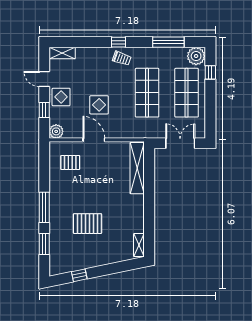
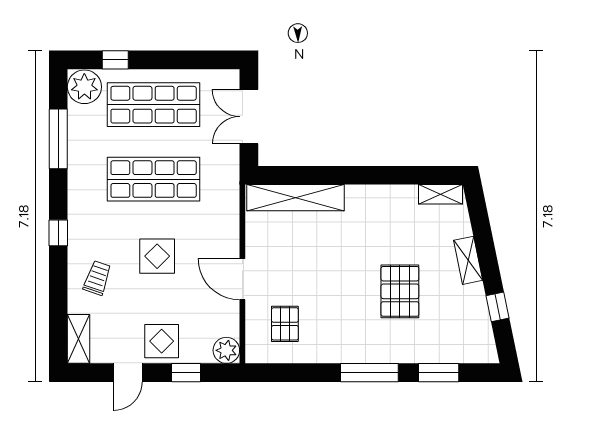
trolley: (122, 58) -> (97, 278), moved
display table: (99, 105) -> (157, 256), moved
door: (94, 140) -> (242, 279), hinge flipped
shelving: (104, 260) -> (468, 260), added

